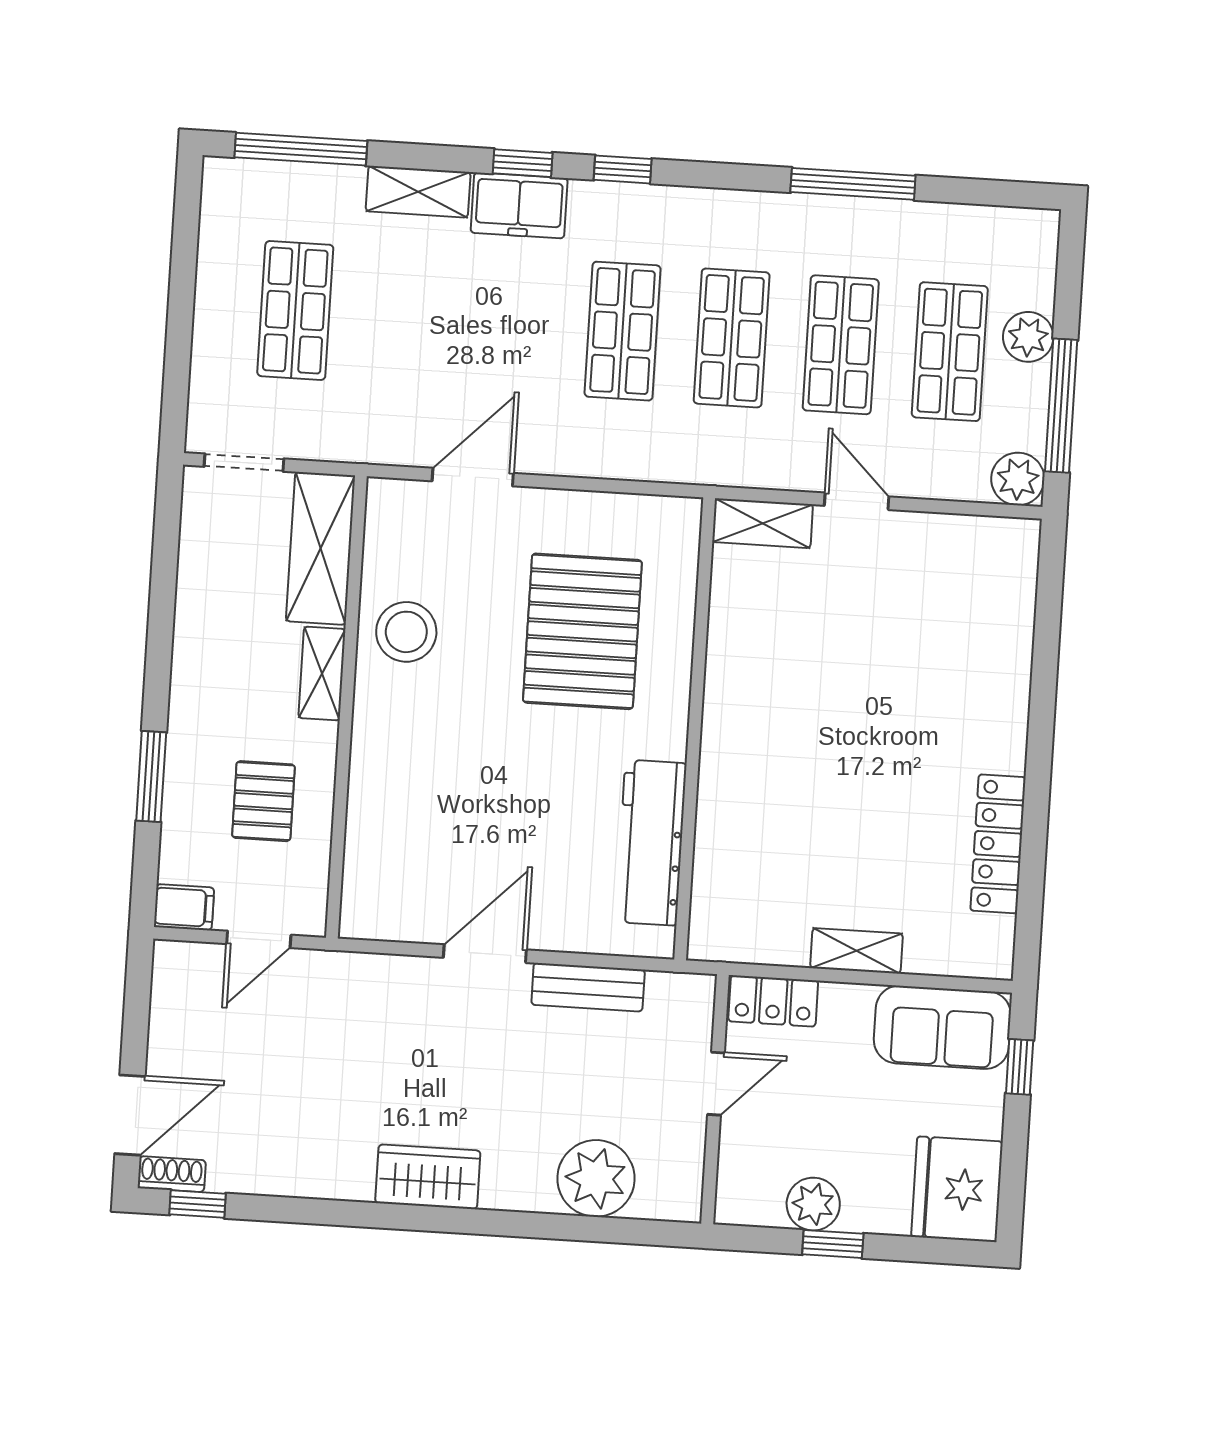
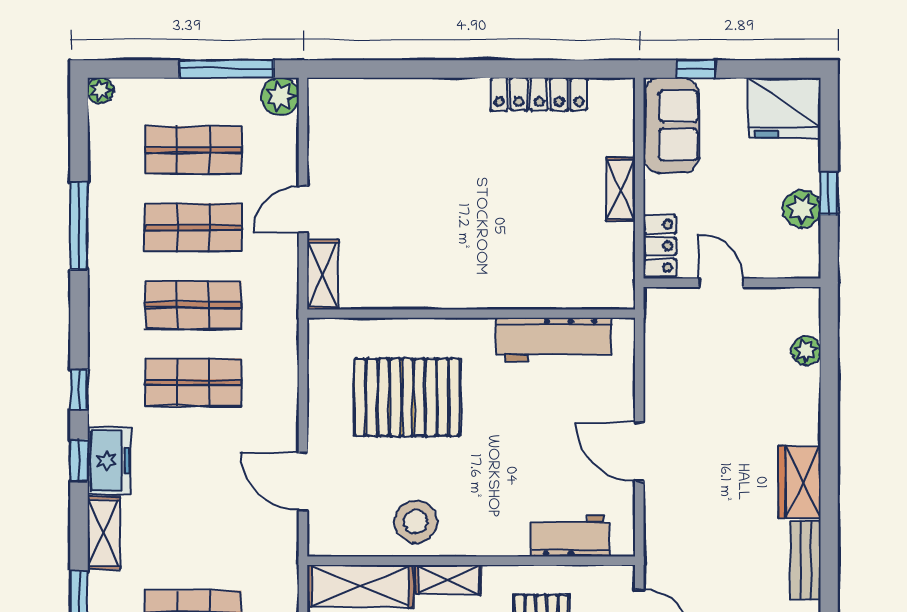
plant: (1028, 337) -> (100, 90), moved, width x0.73, depth x0.73
workbench: (372, 849) -> (570, 536), added
bench: (588, 987) -> (806, 560), moved
plant: (596, 1178) -> (806, 351), width x0.53, depth x0.53

